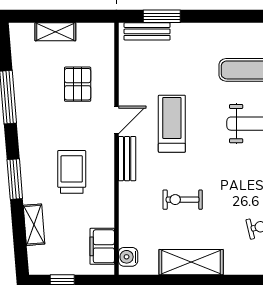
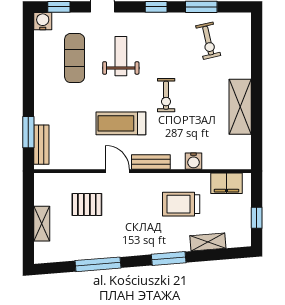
trolley: (72, 172) -> (181, 204), moved
exercise bike: (183, 200) -> (166, 95), moved
water cooler: (128, 257) -> (193, 161), moved

